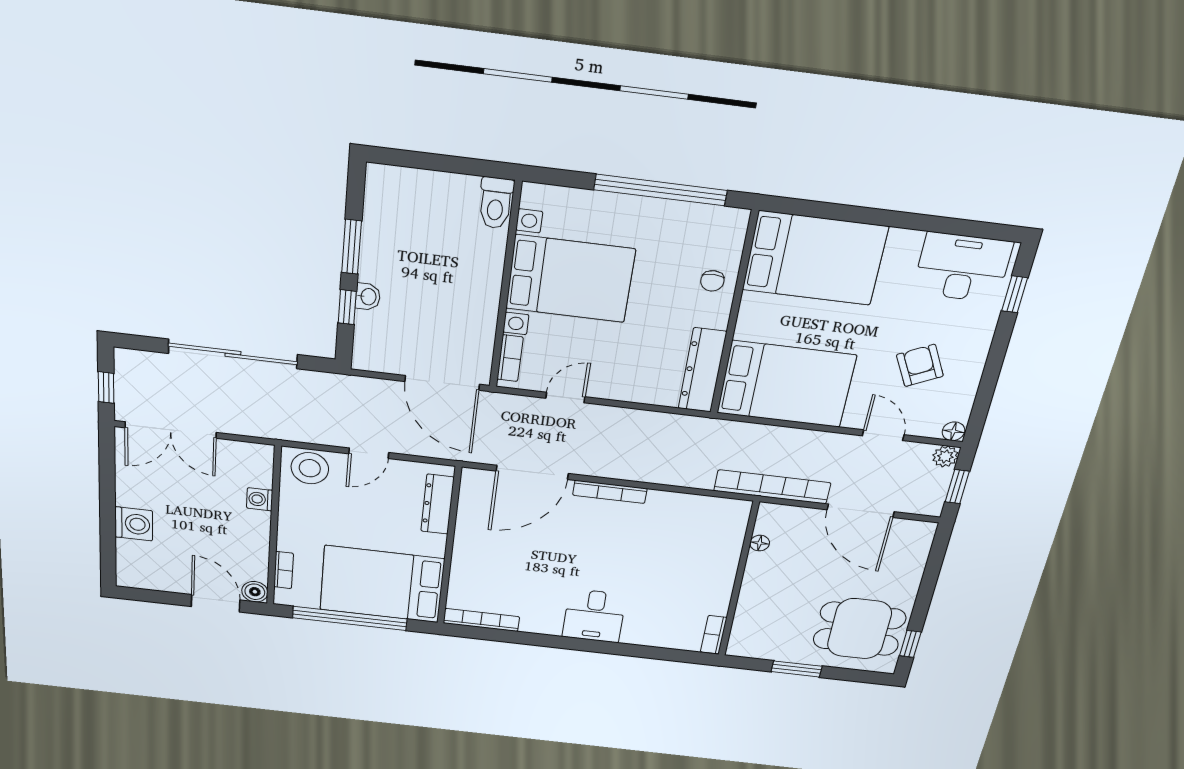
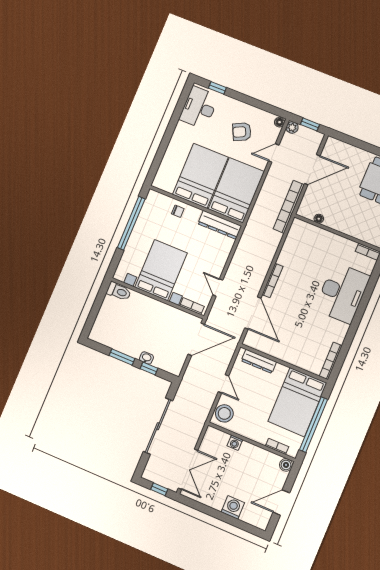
bed: (815, 258) -> (200, 176), moved
door: (216, 603) -> (281, 503), moved
desk: (594, 616) -> (342, 293), width x1.87, depth x1.30

